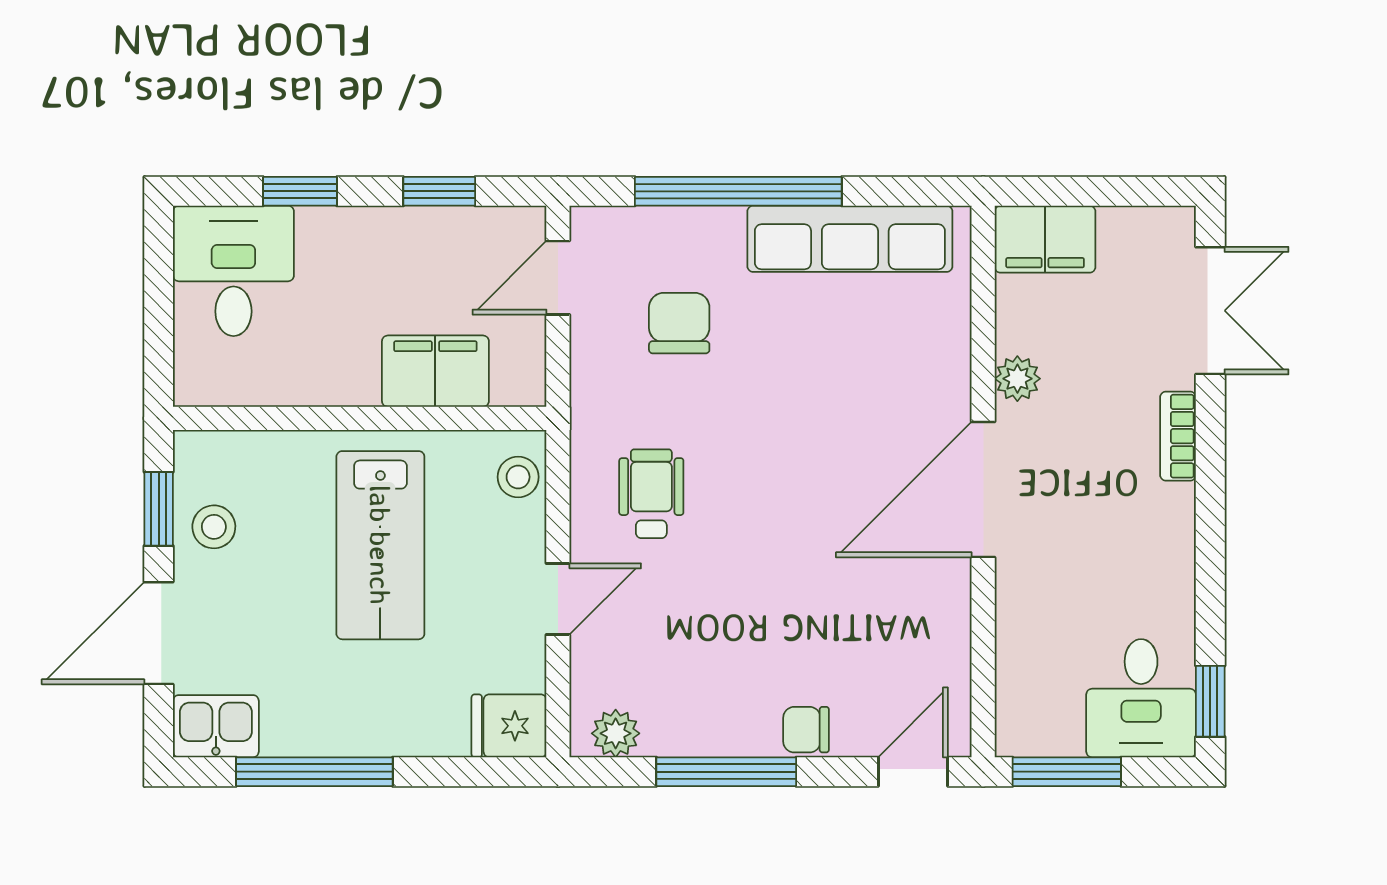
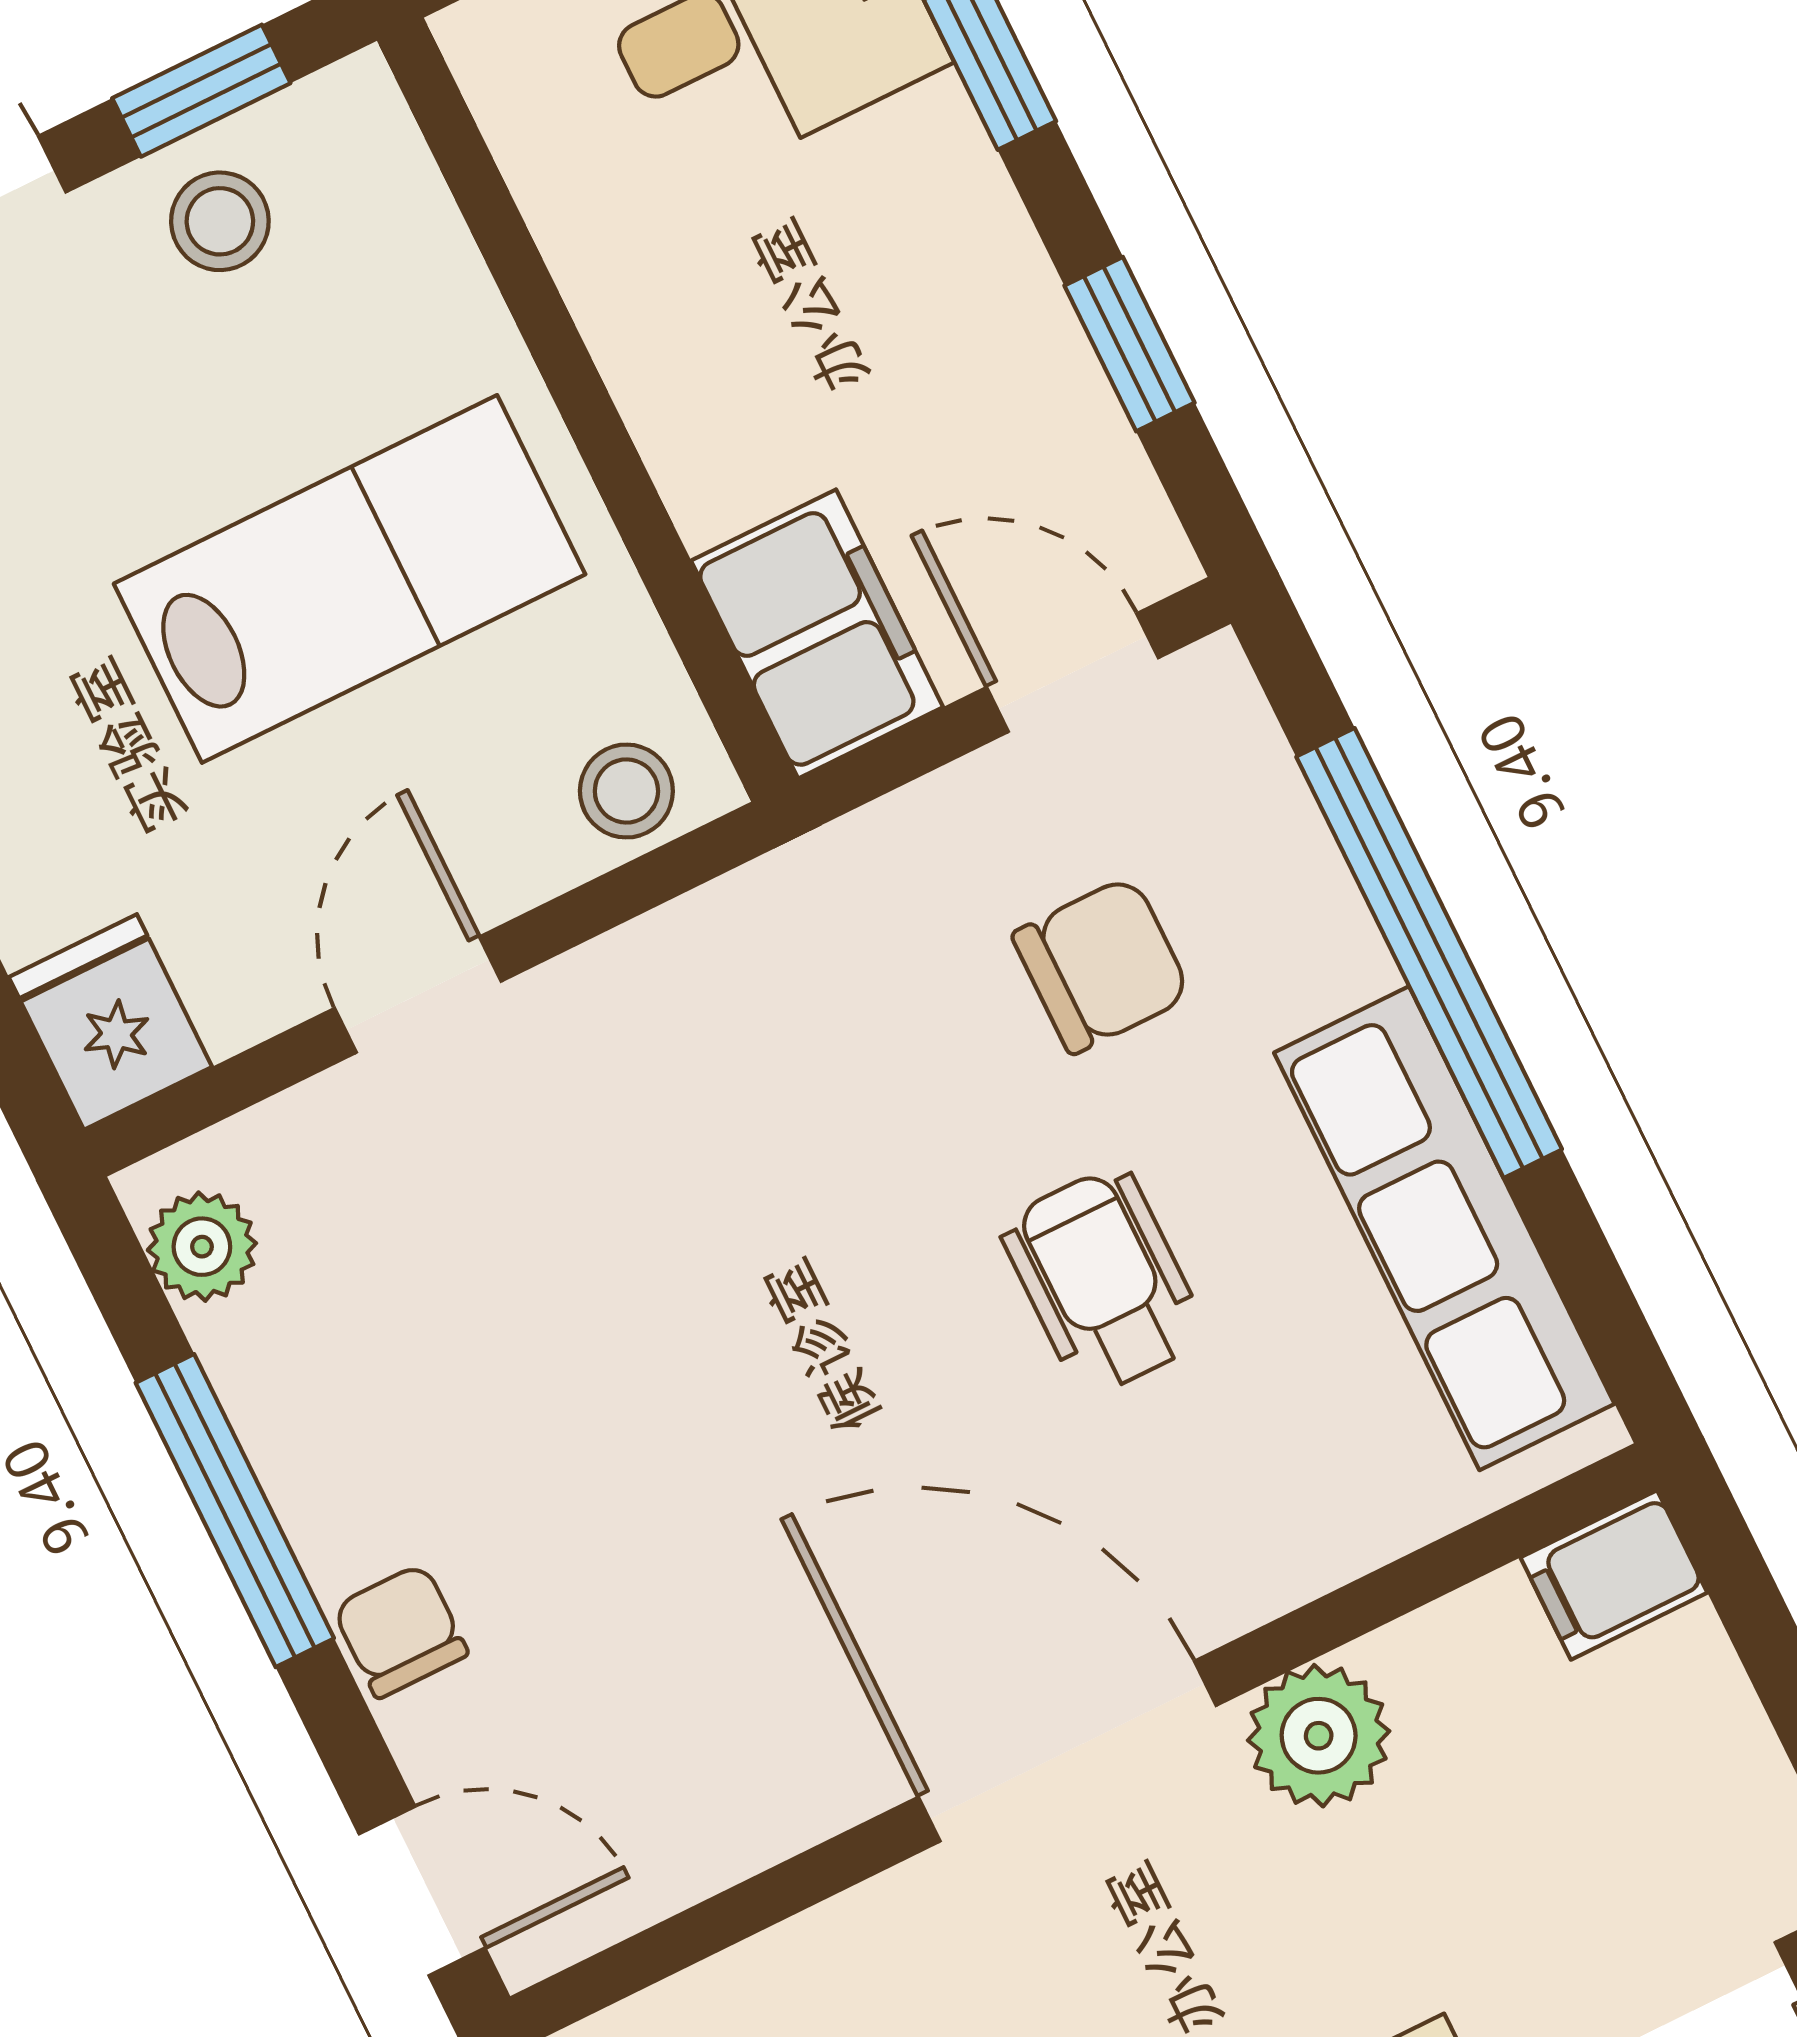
filing cabinet: (1045, 239) -> (1614, 1575), width x0.50
filing cabinet: (435, 371) -> (817, 634), moved
plant: (1017, 379) -> (1319, 1736), width x1.38, depth x1.38
wheelchair: (651, 494) -> (1103, 1281), moved, turned -90
lab bench: (380, 545) -> (350, 579), turned 180
door: (558, 599) -> (418, 995), swing flipped

